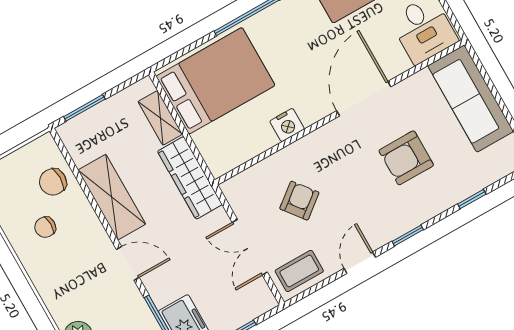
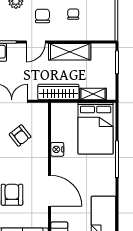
chair: (53, 182) -> (42, 16), moved

